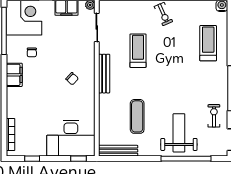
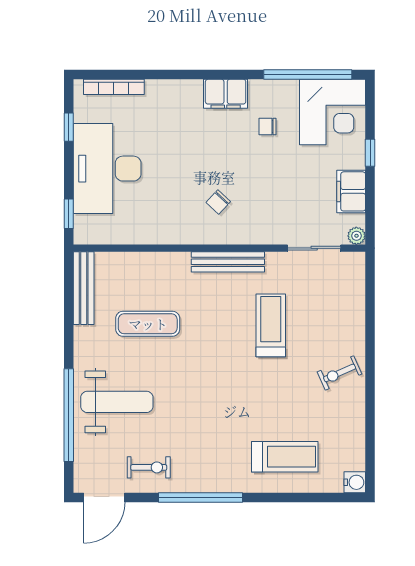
treadmill: (138, 51) -> (271, 325), turned -90
desk: (71, 138) -> (107, 169), moved

